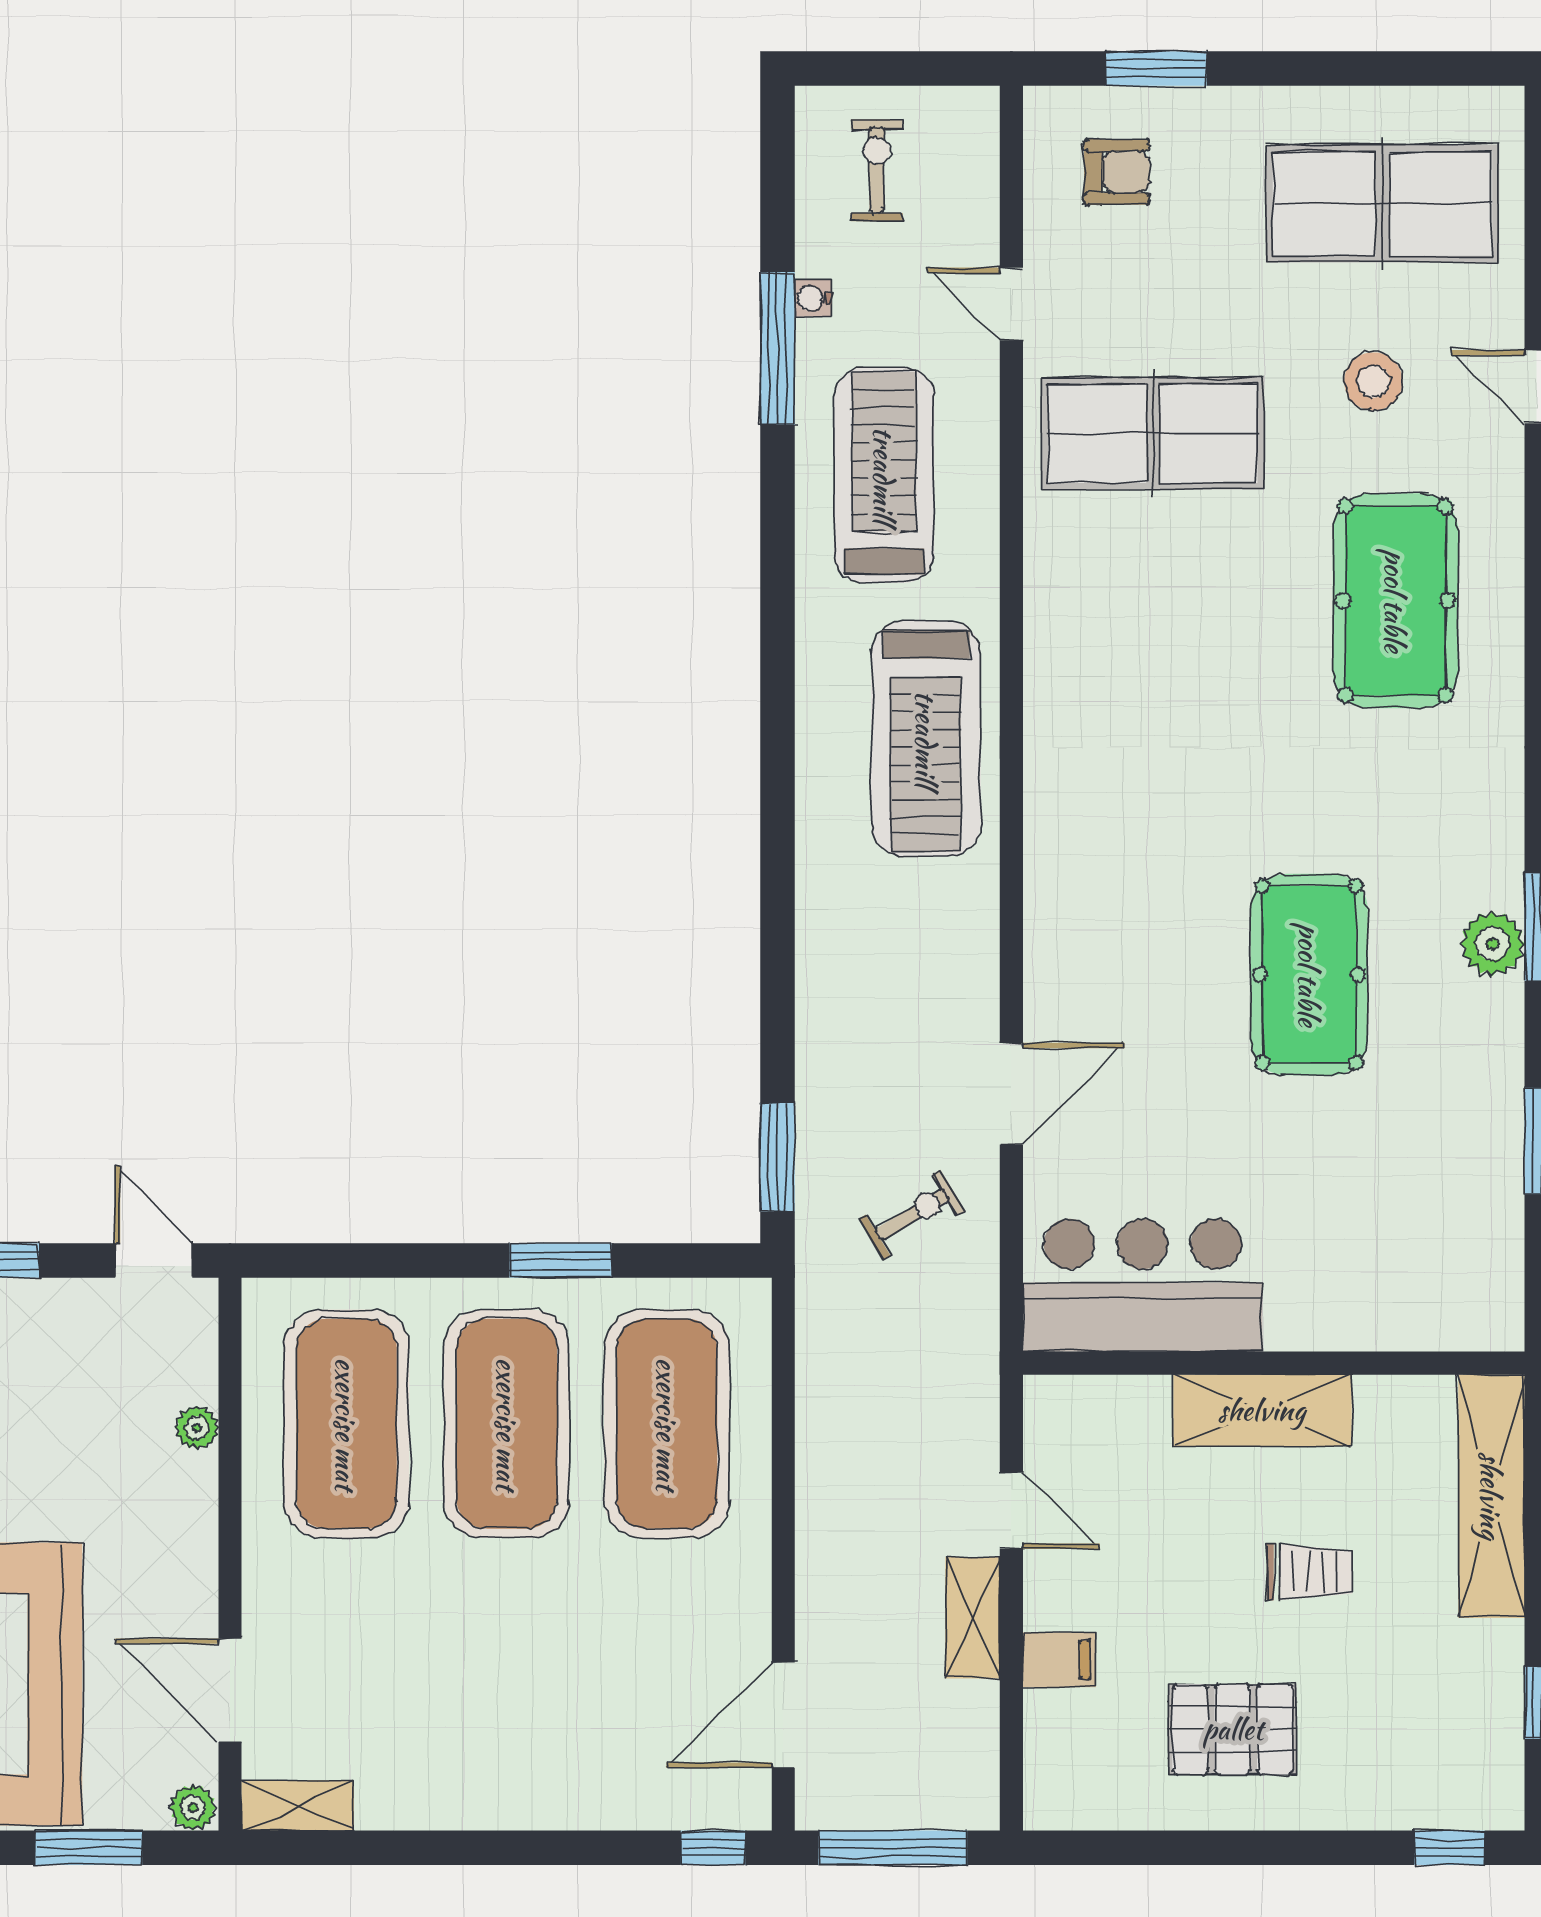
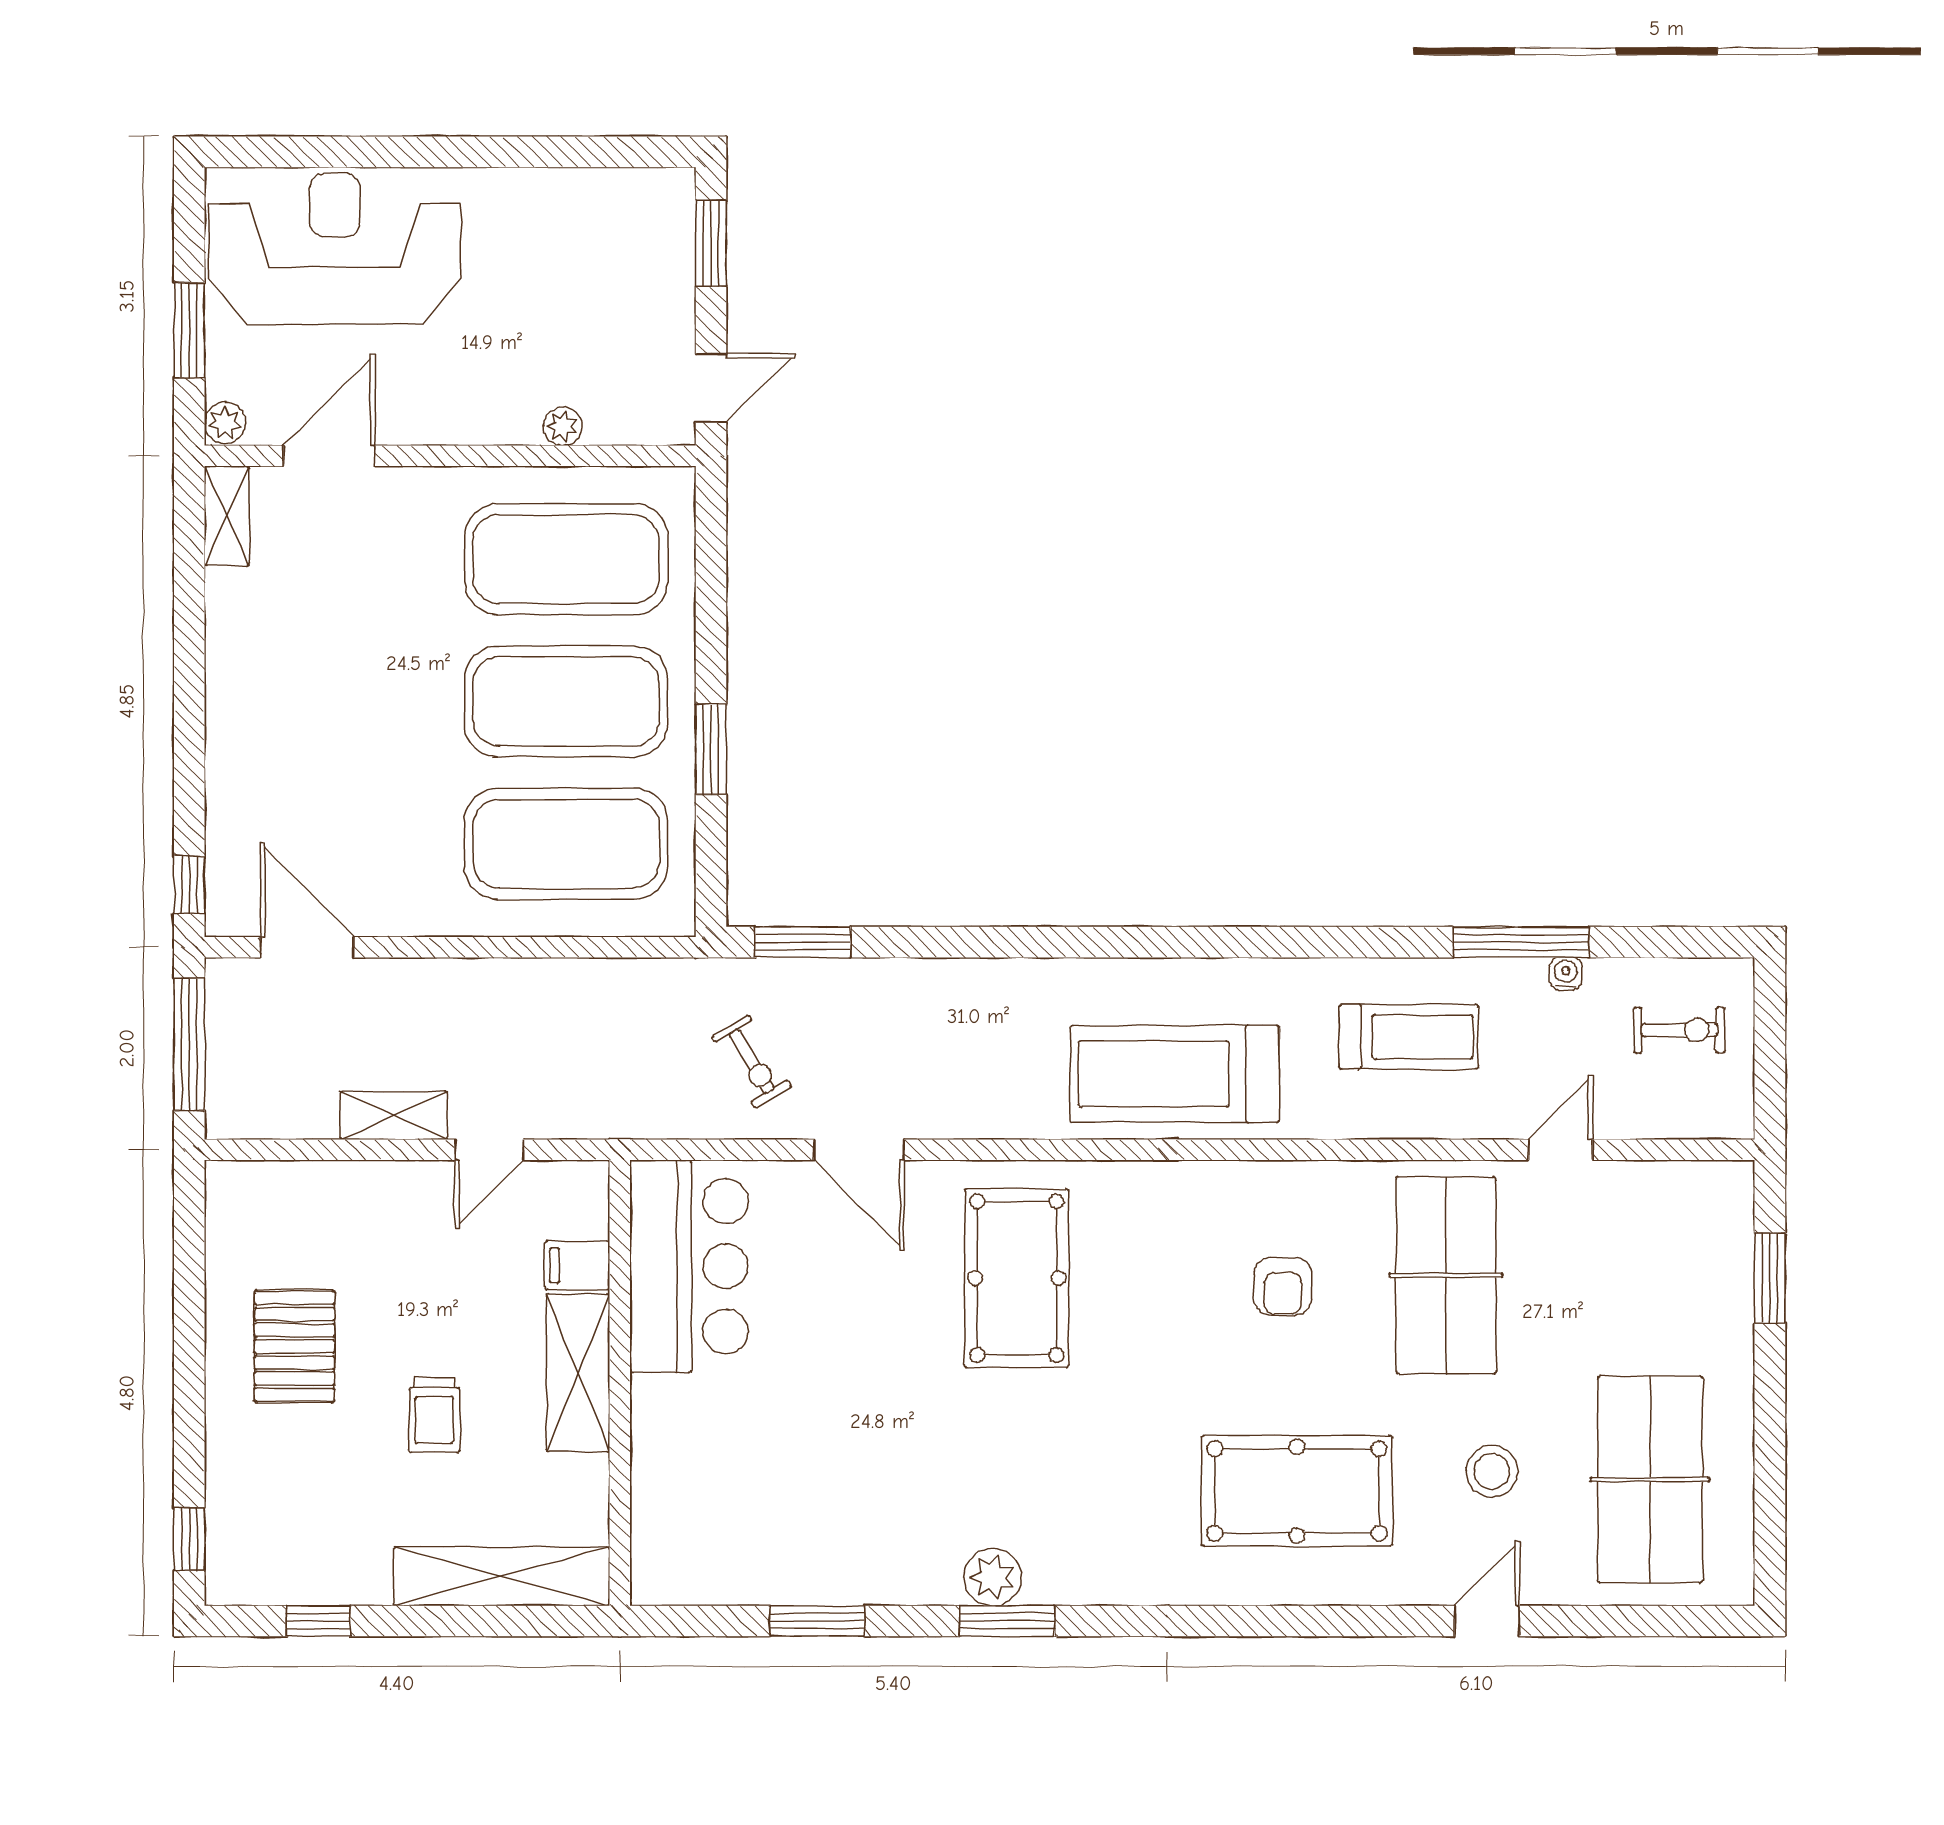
armchair: (1117, 172) -> (1283, 1286), moved
treadmill: (884, 475) -> (1409, 1037), width x0.73, depth x0.73
pool table: (1309, 975) -> (1017, 1278), moved, turned 90
filing cabinet: (1059, 1660) -> (577, 1265), moved, turned 90

